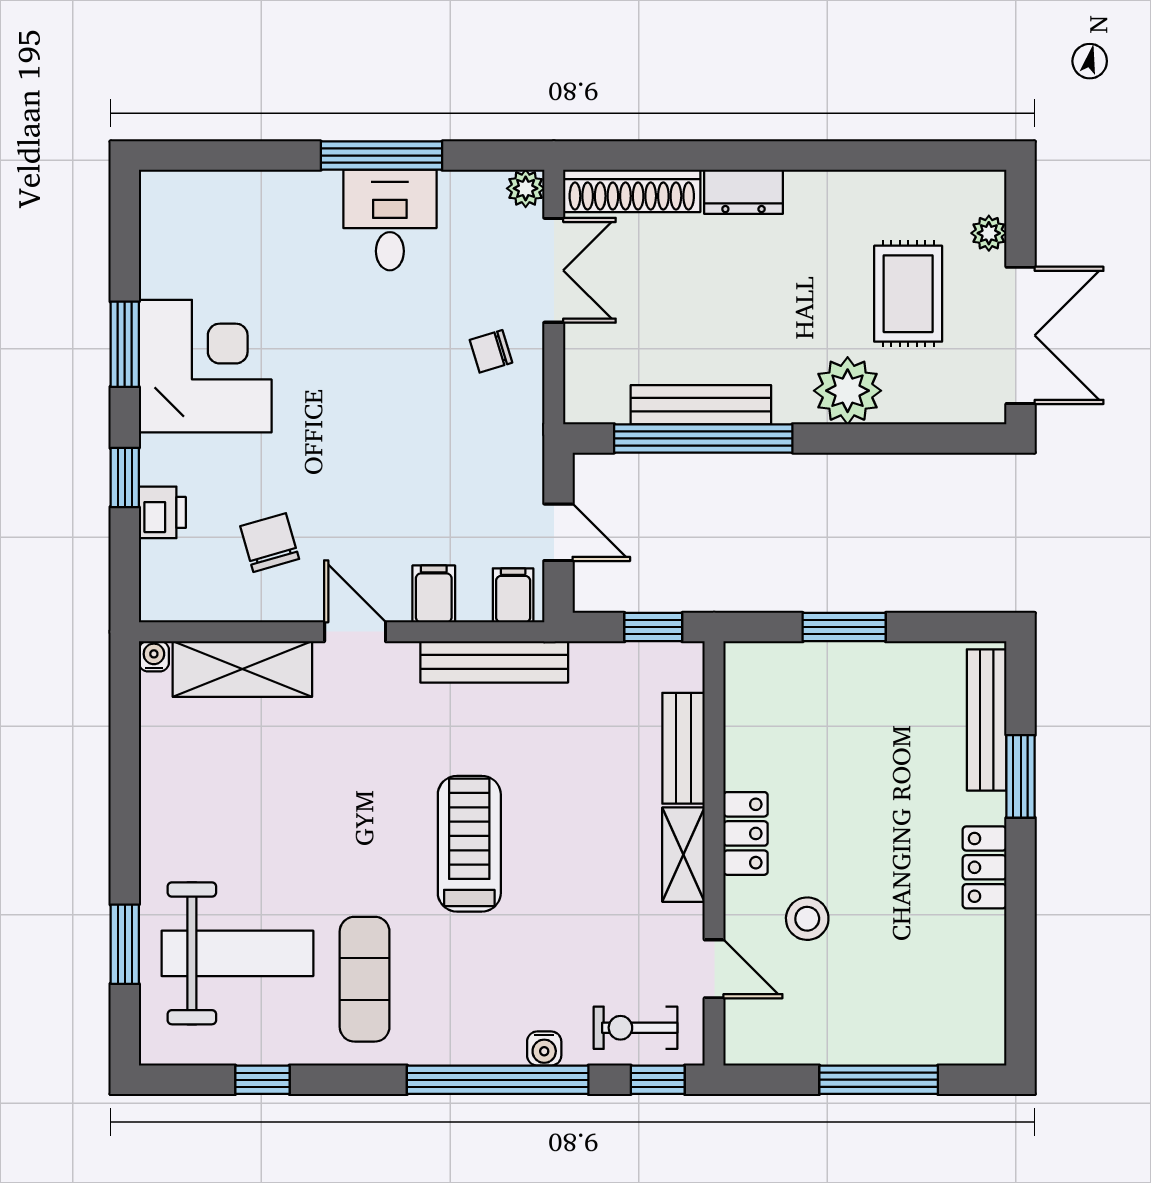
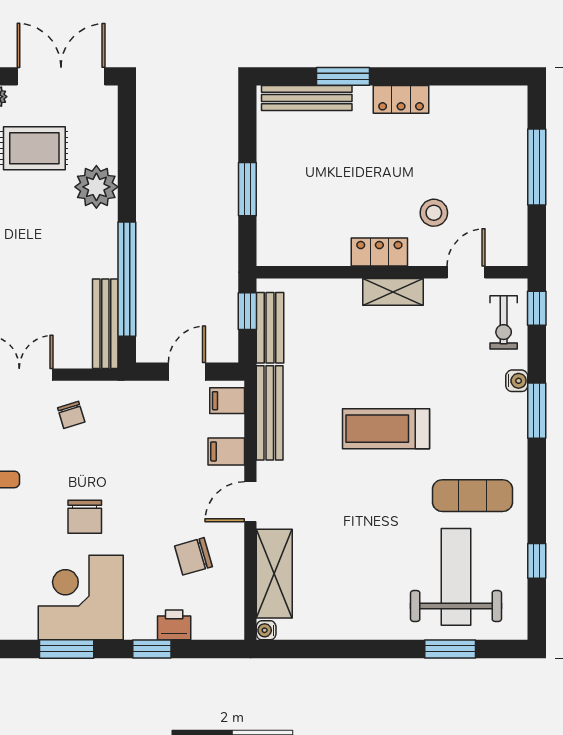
chair: (332, 373) -> (85, 517), added
bench: (701, 405) -> (105, 324), moved
bench: (683, 748) -> (270, 328), moved, turned 90
window: (498, 1080) -> (537, 411), width x0.47

